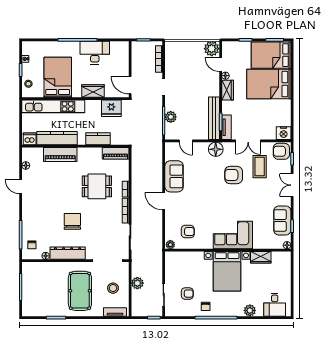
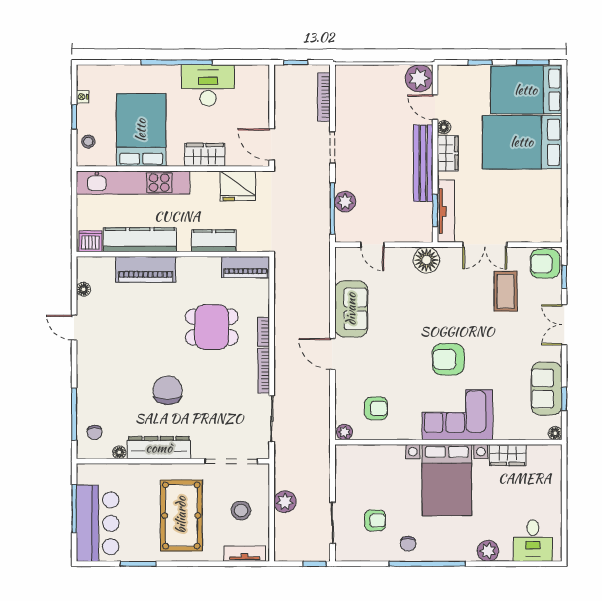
bench: (214, 118) -> (423, 163), moved
tv unit: (226, 127) -> (446, 211), width x1.41
nightstand: (284, 133) -> (549, 231), removed
armchair: (234, 175) -> (448, 359), moved
bar counter: (34, 295) -> (98, 523), added

